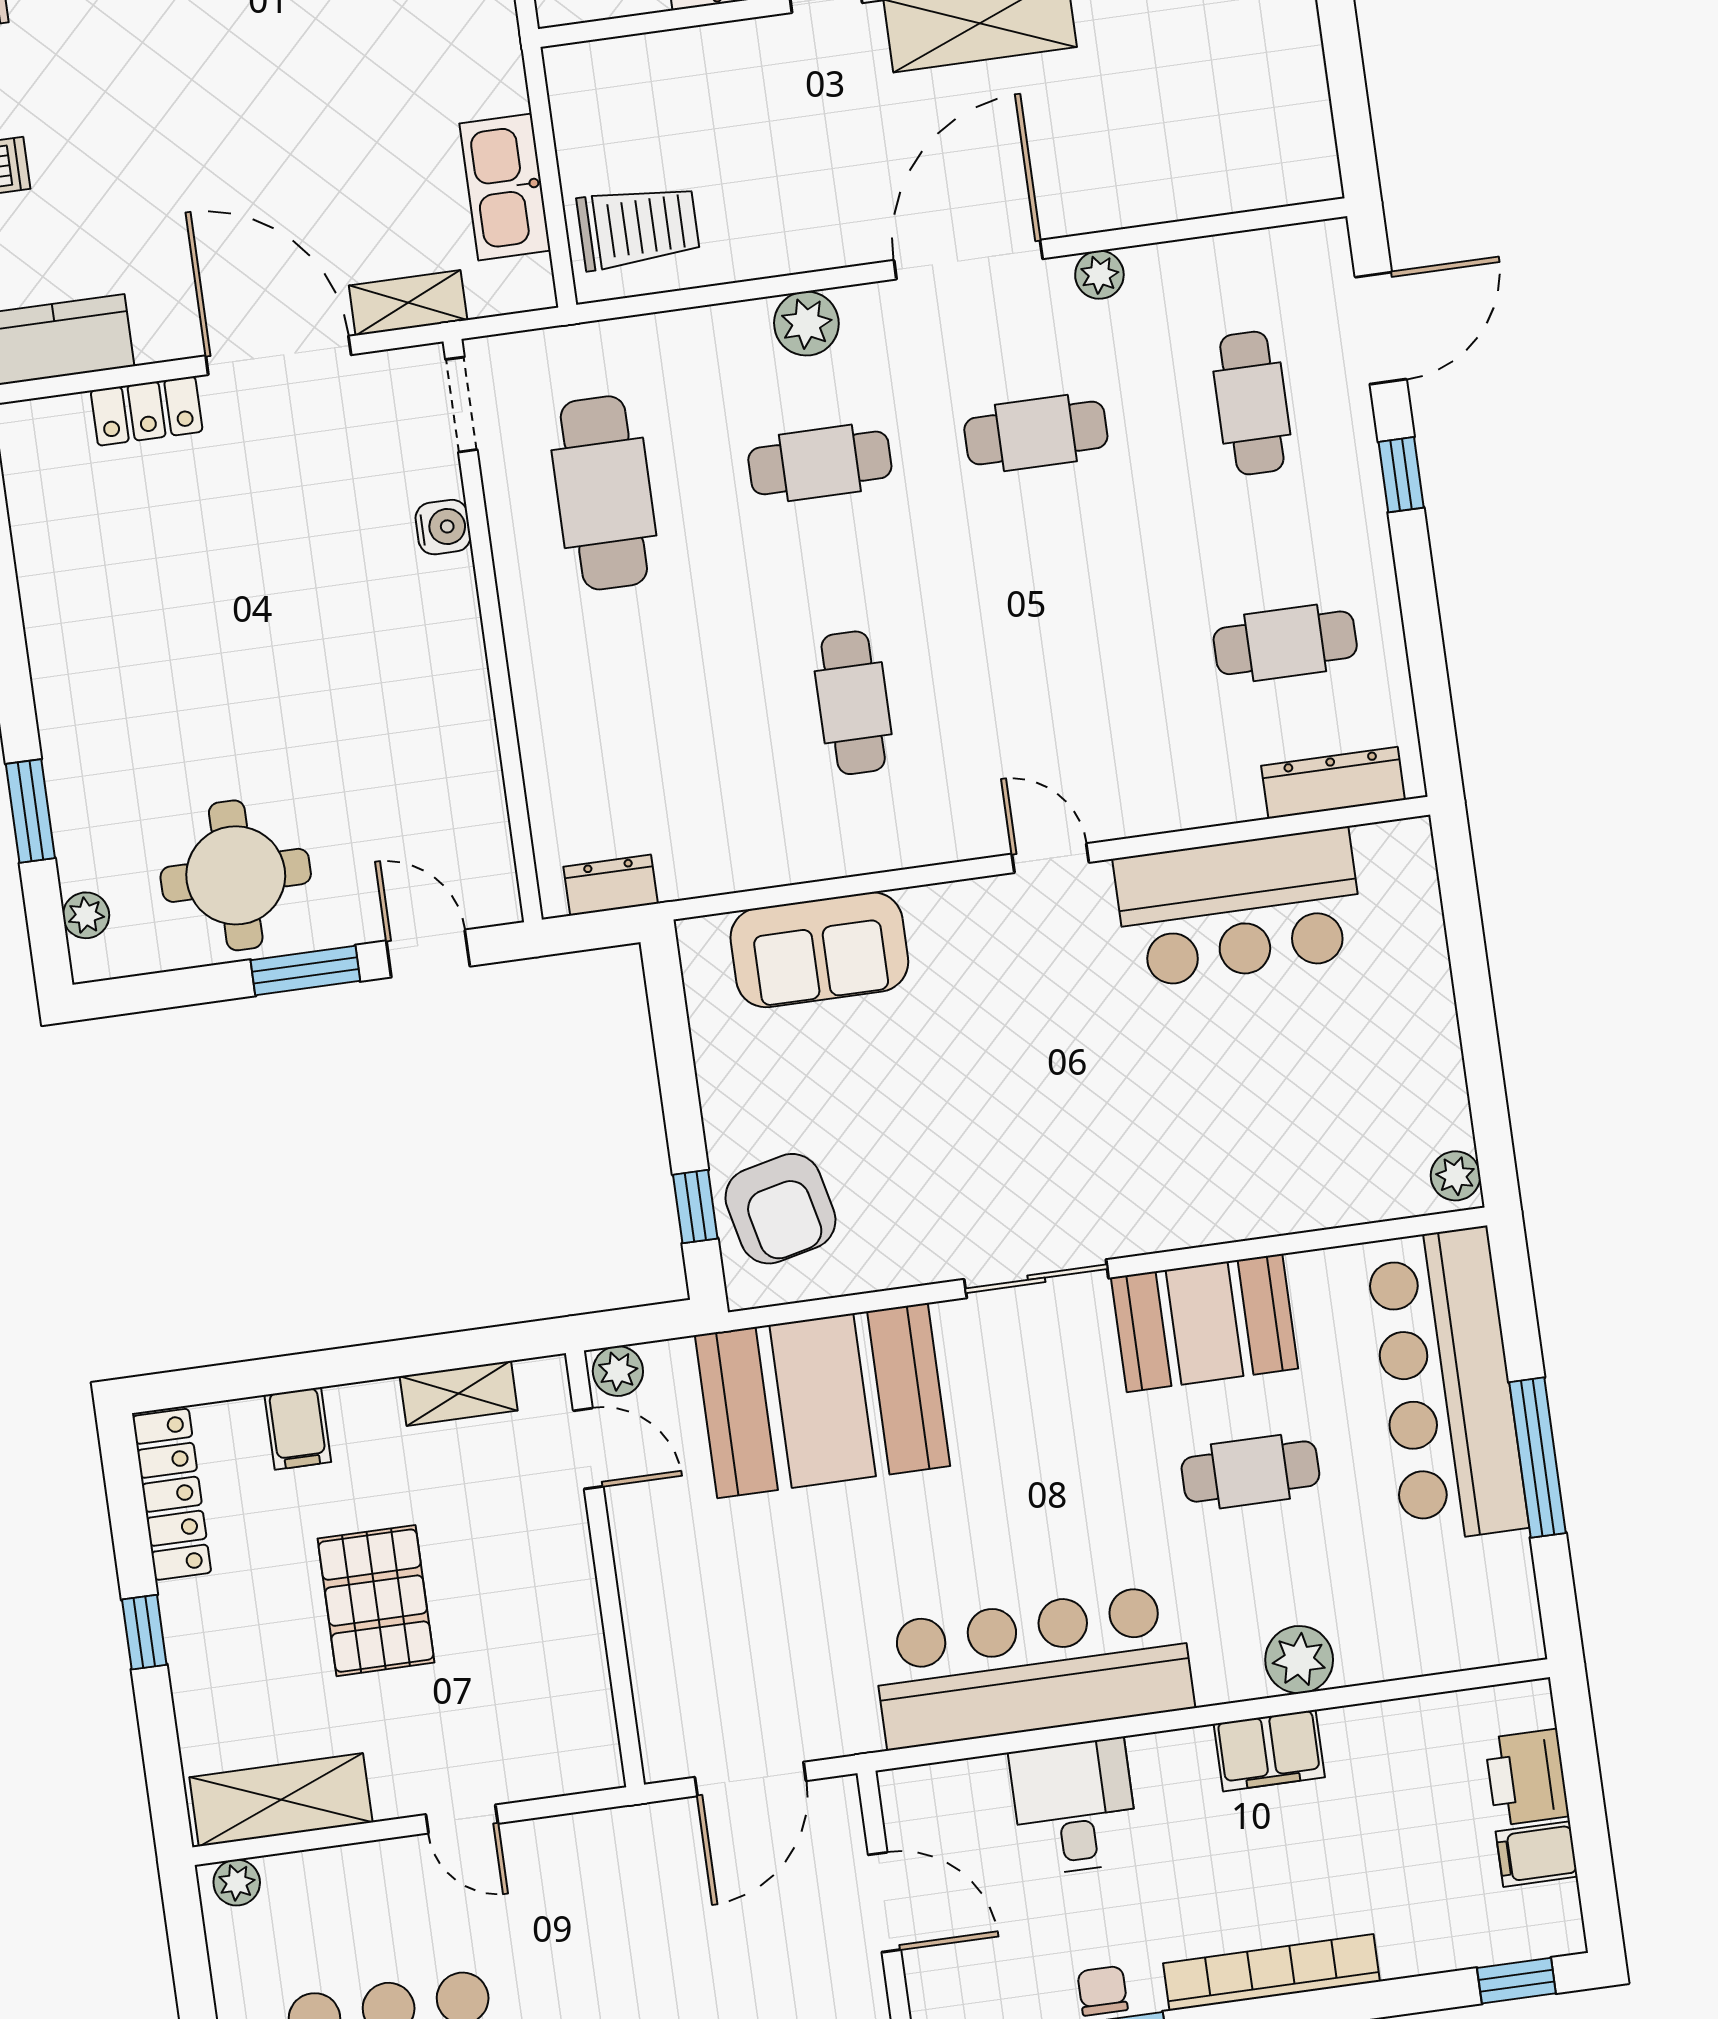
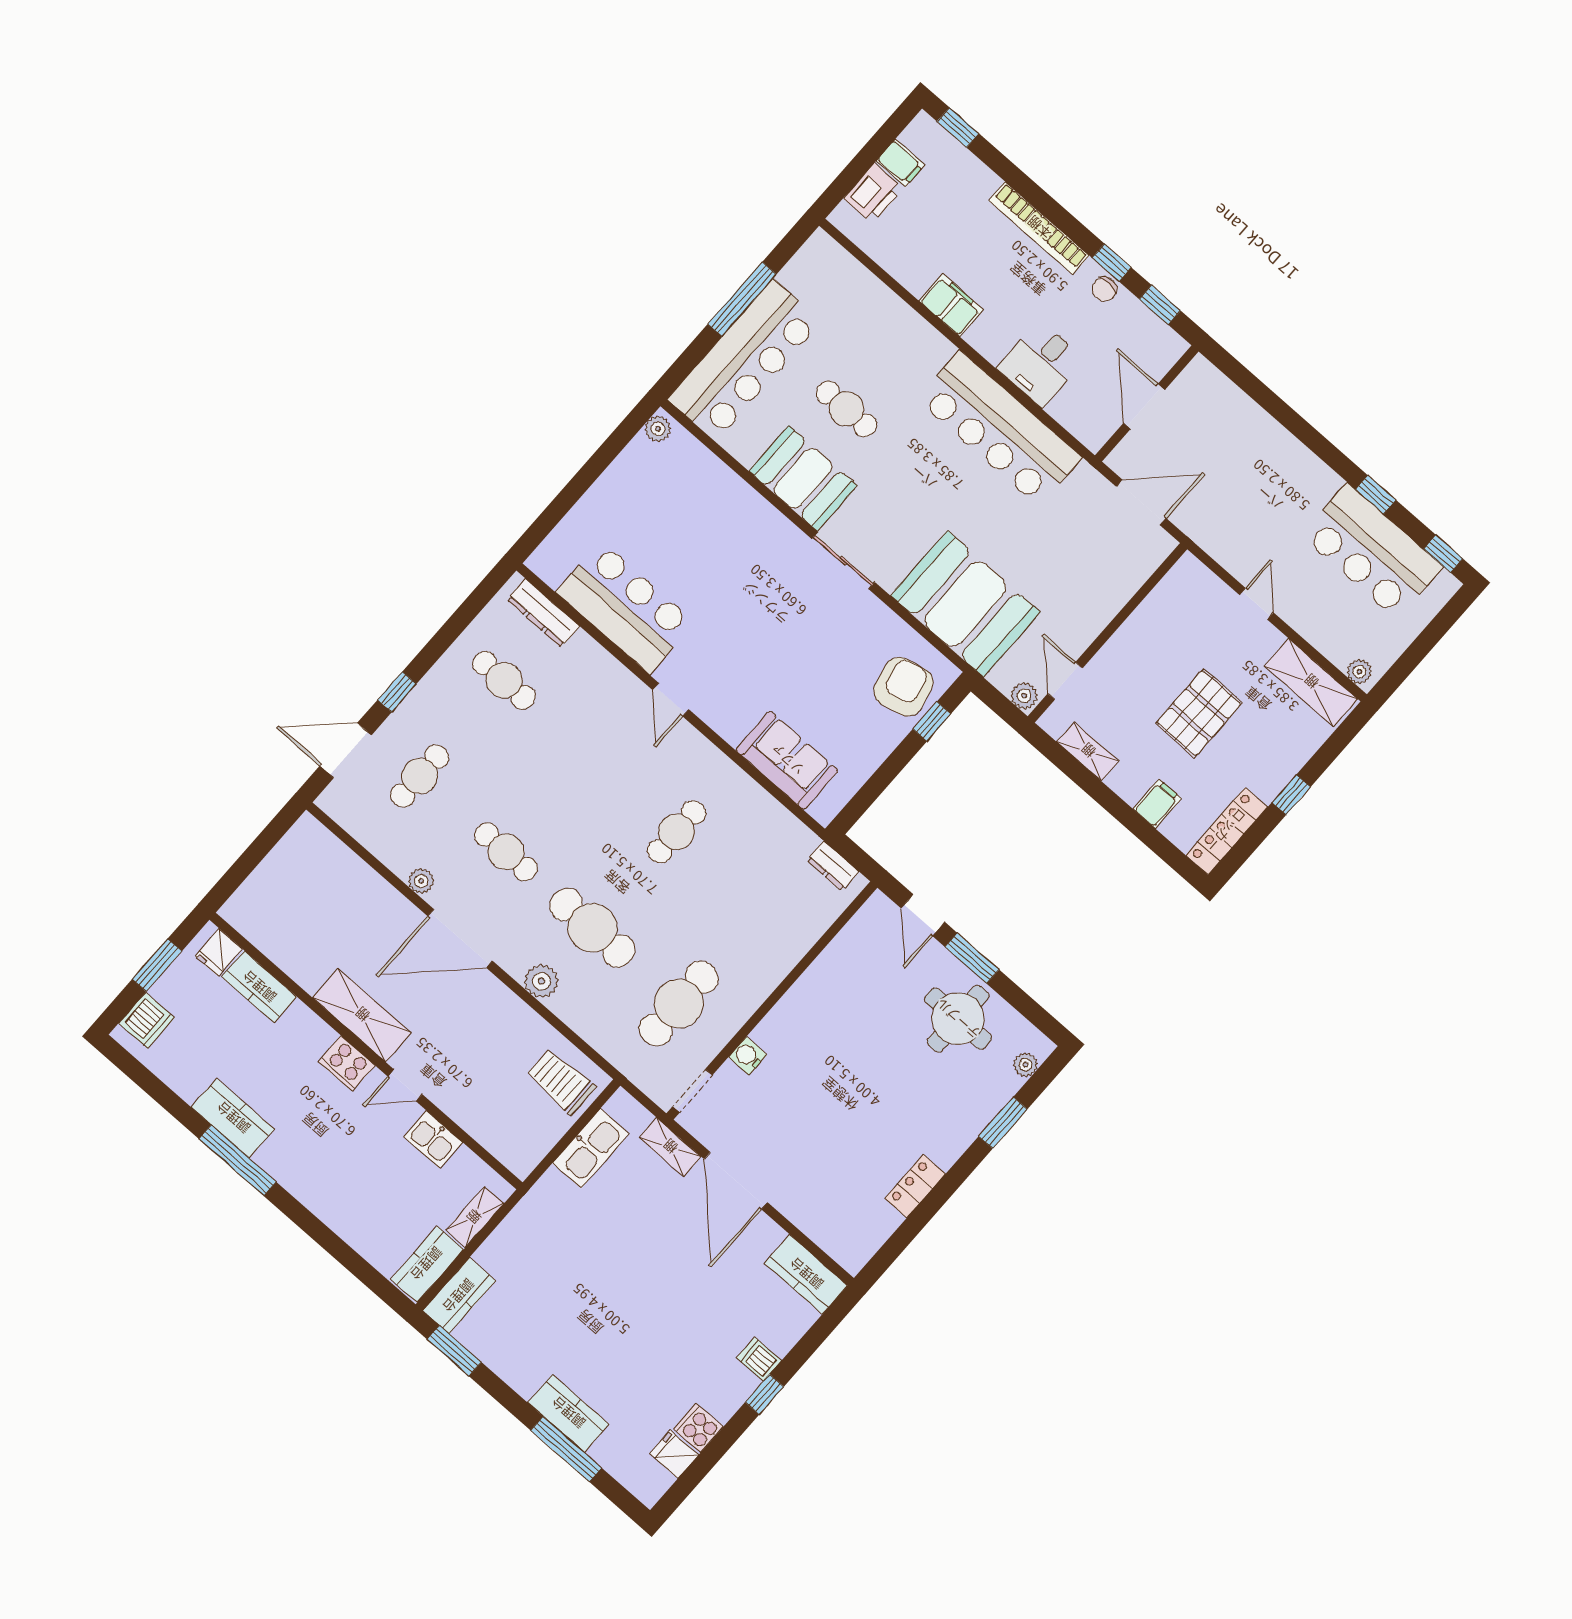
locker: (147, 411) -> (915, 1186), moved, turned -90
cafe table: (820, 463) -> (592, 928), width x1.37, depth x1.35
plant: (1299, 1660) -> (905, 325), removed

